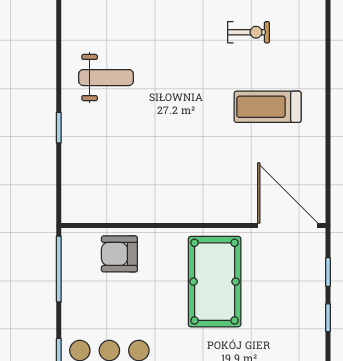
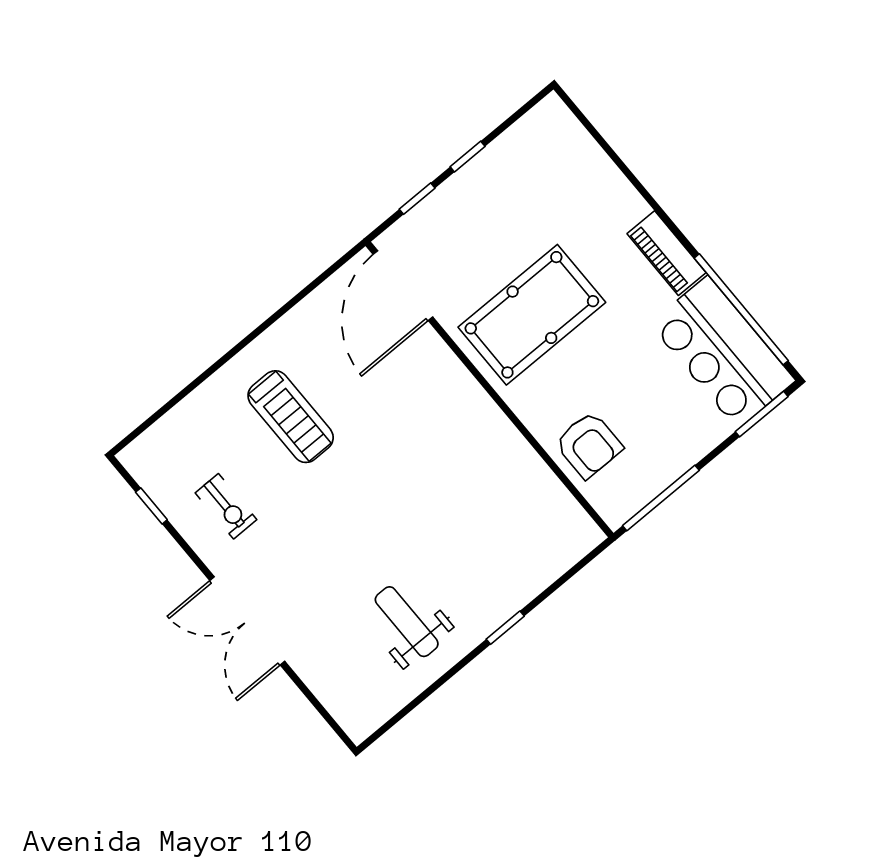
exercise bike: (248, 32) -> (226, 506), turned 180

